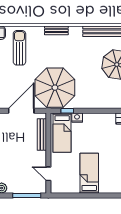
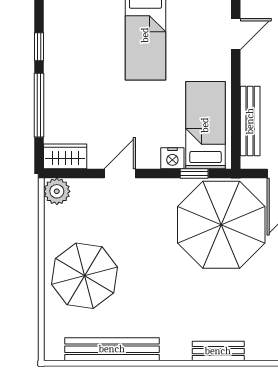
door: (101, 111) -> (120, 173), added
door: (48, 174) -> (236, 34), hinge flipped

